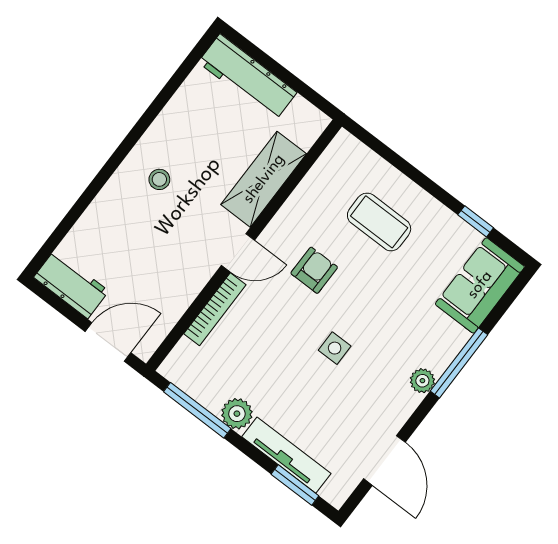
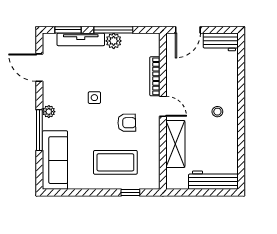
window: (476, 221) -> (130, 192), moved
coffee table: (379, 222) -> (115, 162), width x1.36, depth x1.32
door: (238, 253) -> (163, 106), swing flipped
armchair: (314, 270) -> (127, 123), turned -91
sofa: (480, 285) -> (55, 160), width x1.36
window: (197, 410) -> (113, 30), moved

